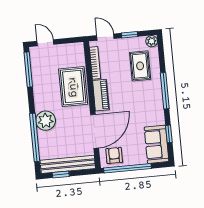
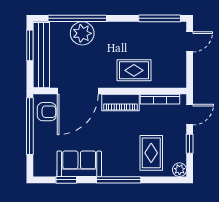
rug: (140, 66) -> (151, 153), turned 90
rug: (73, 87) -> (134, 70), width x0.73, depth x0.70
plant: (46, 121) -> (82, 33), moved
door: (95, 131) -> (78, 91), hinge flipped
sofa: (156, 144) -> (79, 164), moved
window: (61, 175) -> (30, 45), width x1.50

